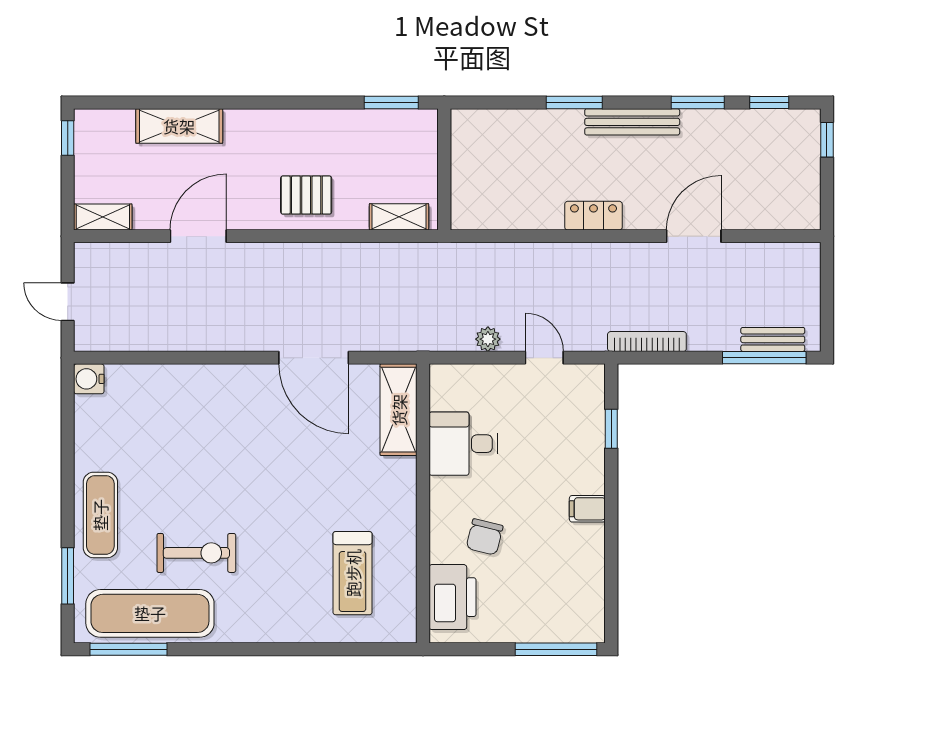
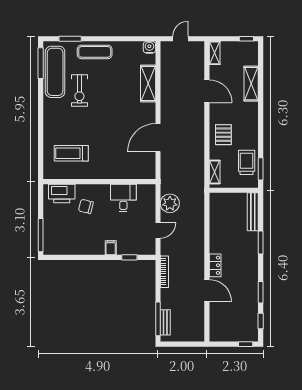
bench: (632, 122) -> (253, 212), moved
trolley: (375, 137) -> (247, 162), added
locker: (593, 216) -> (215, 265), moved
plant: (488, 339) -> (170, 203), width x1.87, depth x1.87
shelving: (399, 410) -> (148, 84), moved, turned 90
filing cabinet: (587, 509) -> (111, 248), moved

